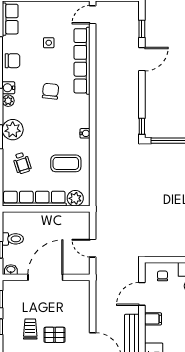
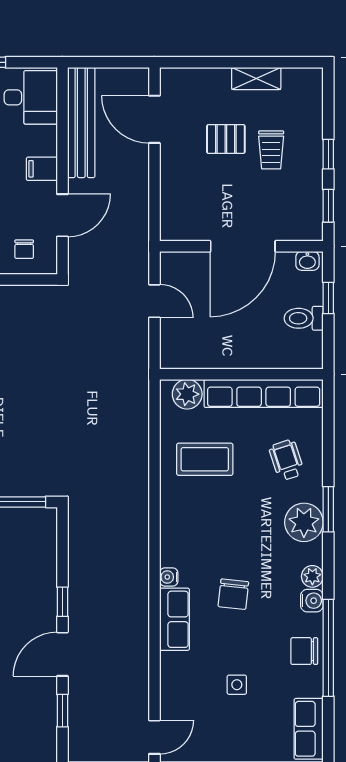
row of seats: (82, 61) -> (174, 619), width x0.50
window: (142, 126) -> (62, 602), moved
water cooler: (85, 133) -> (169, 577), moved

